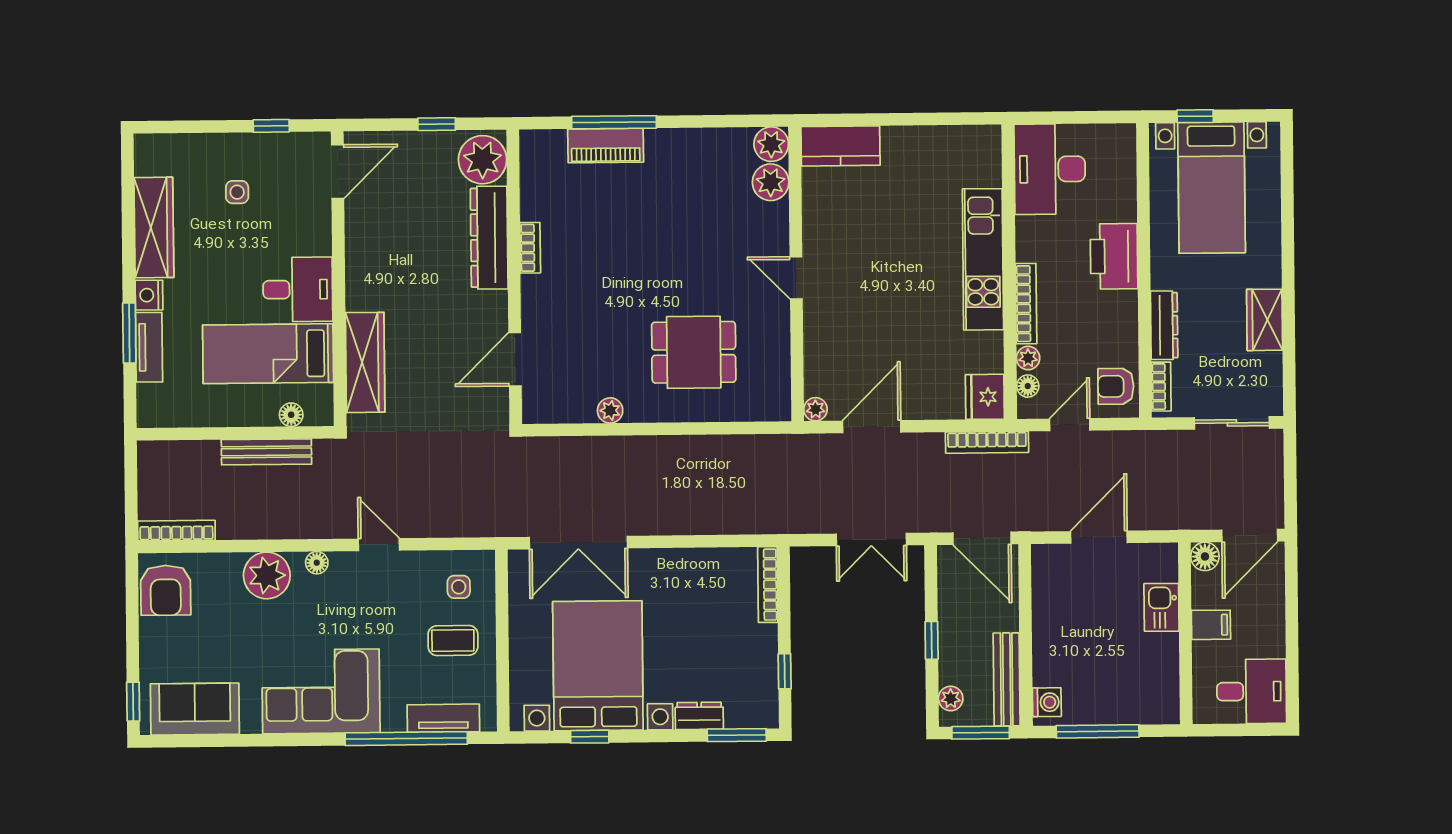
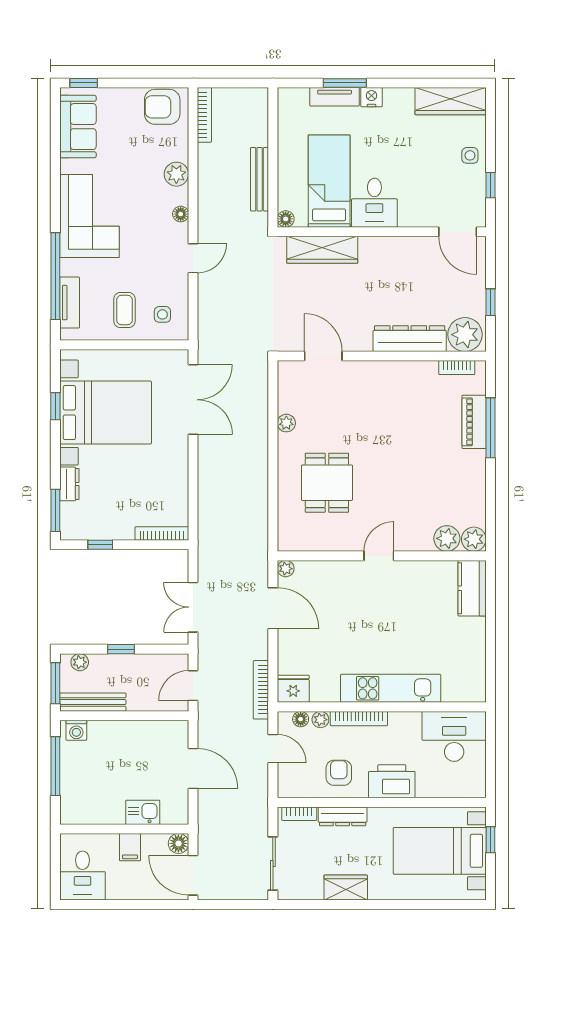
side table: (237, 192) -> (470, 155), moved
wardrobe: (154, 227) -> (451, 101), moved
bookcase: (530, 248) -> (457, 368), moved
armchair: (1116, 386) -> (339, 773), moved
floor lamp: (291, 415) -> (286, 219), moved
door: (982, 538) -> (193, 686), width x0.73
double door: (578, 543) -> (193, 400), swing flipped
plant: (267, 575) -> (176, 174), width x0.73, depth x0.73

